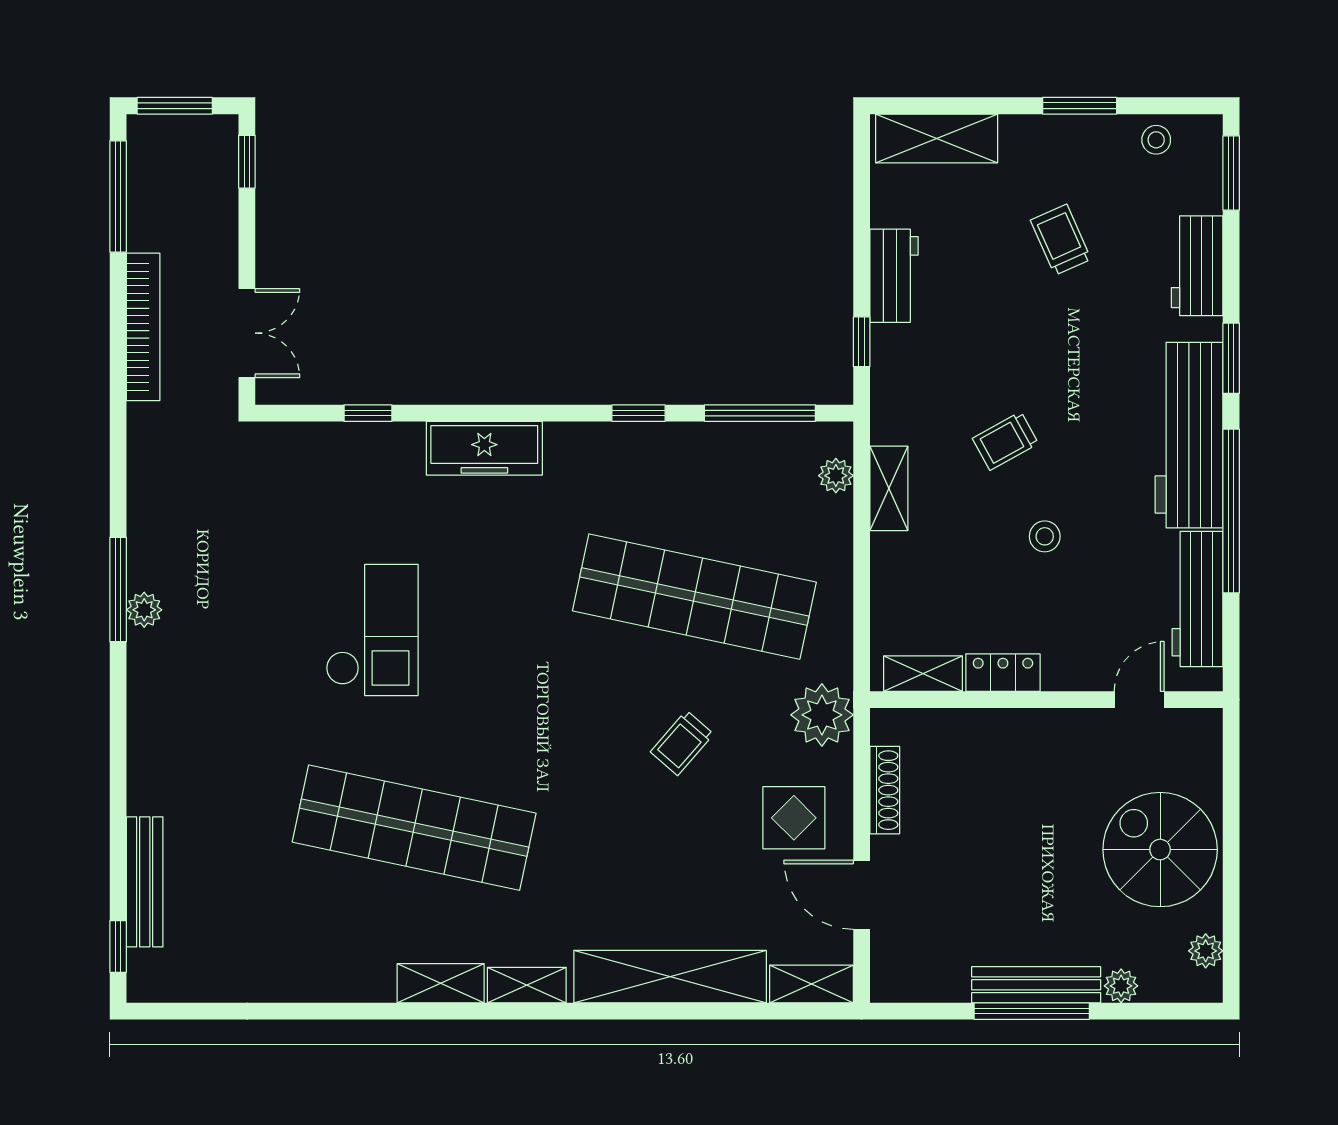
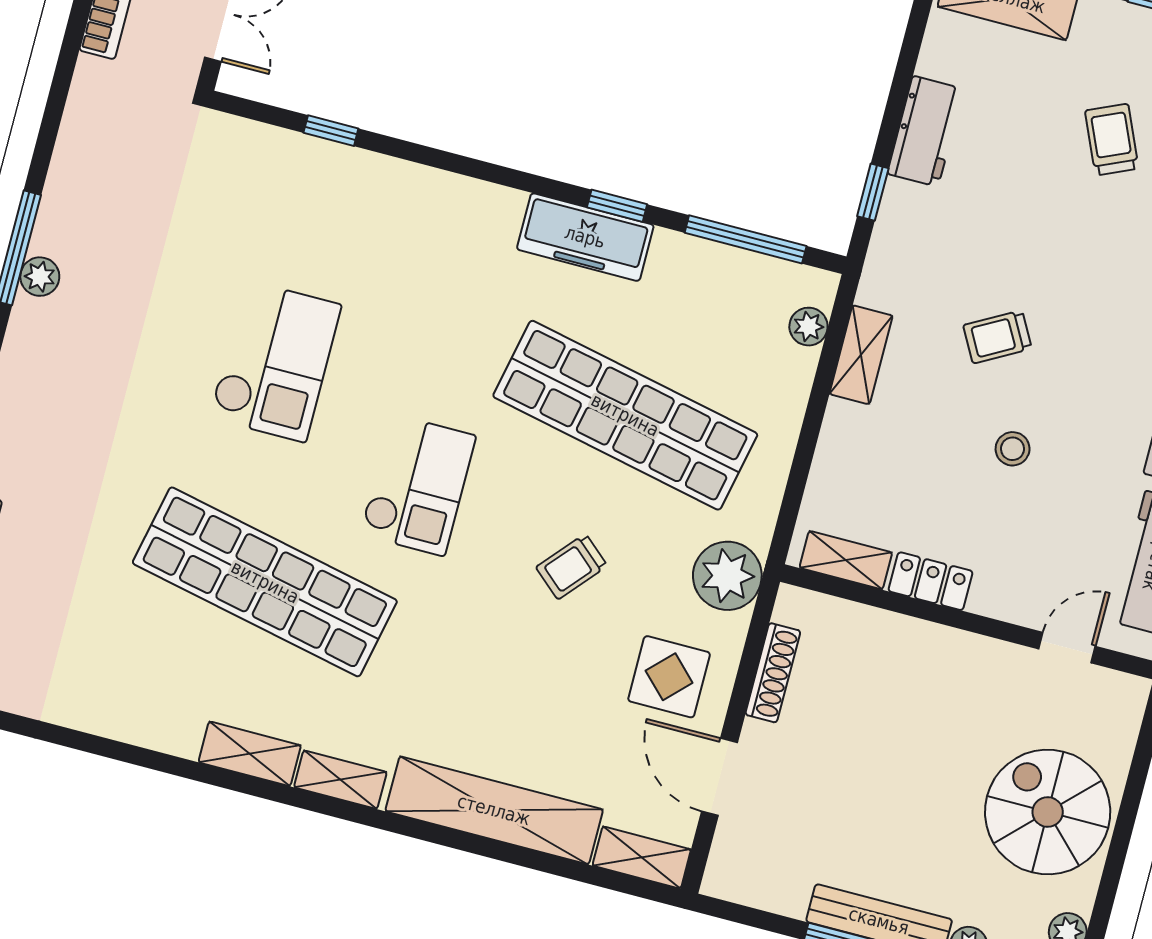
freezer: (484, 448) -> (585, 237), moved
checkout: (527, 706) -> (418, 485), added

